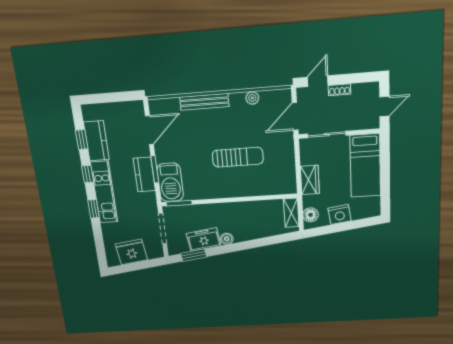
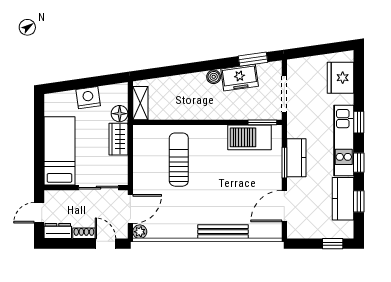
door: (318, 81) -> (106, 244), swing flipped
dresser: (366, 90) -> (58, 231), added
window: (99, 98) -> (333, 244), added
plant: (252, 98) -> (140, 232), moved
sun lounger: (238, 157) -> (179, 160), moved, turned 90
barbecue: (170, 182) -> (249, 137), moved, turned -90
floor lamp: (311, 215) -> (120, 114), moved
fridge: (131, 252) -> (340, 78), moved, turned 98

